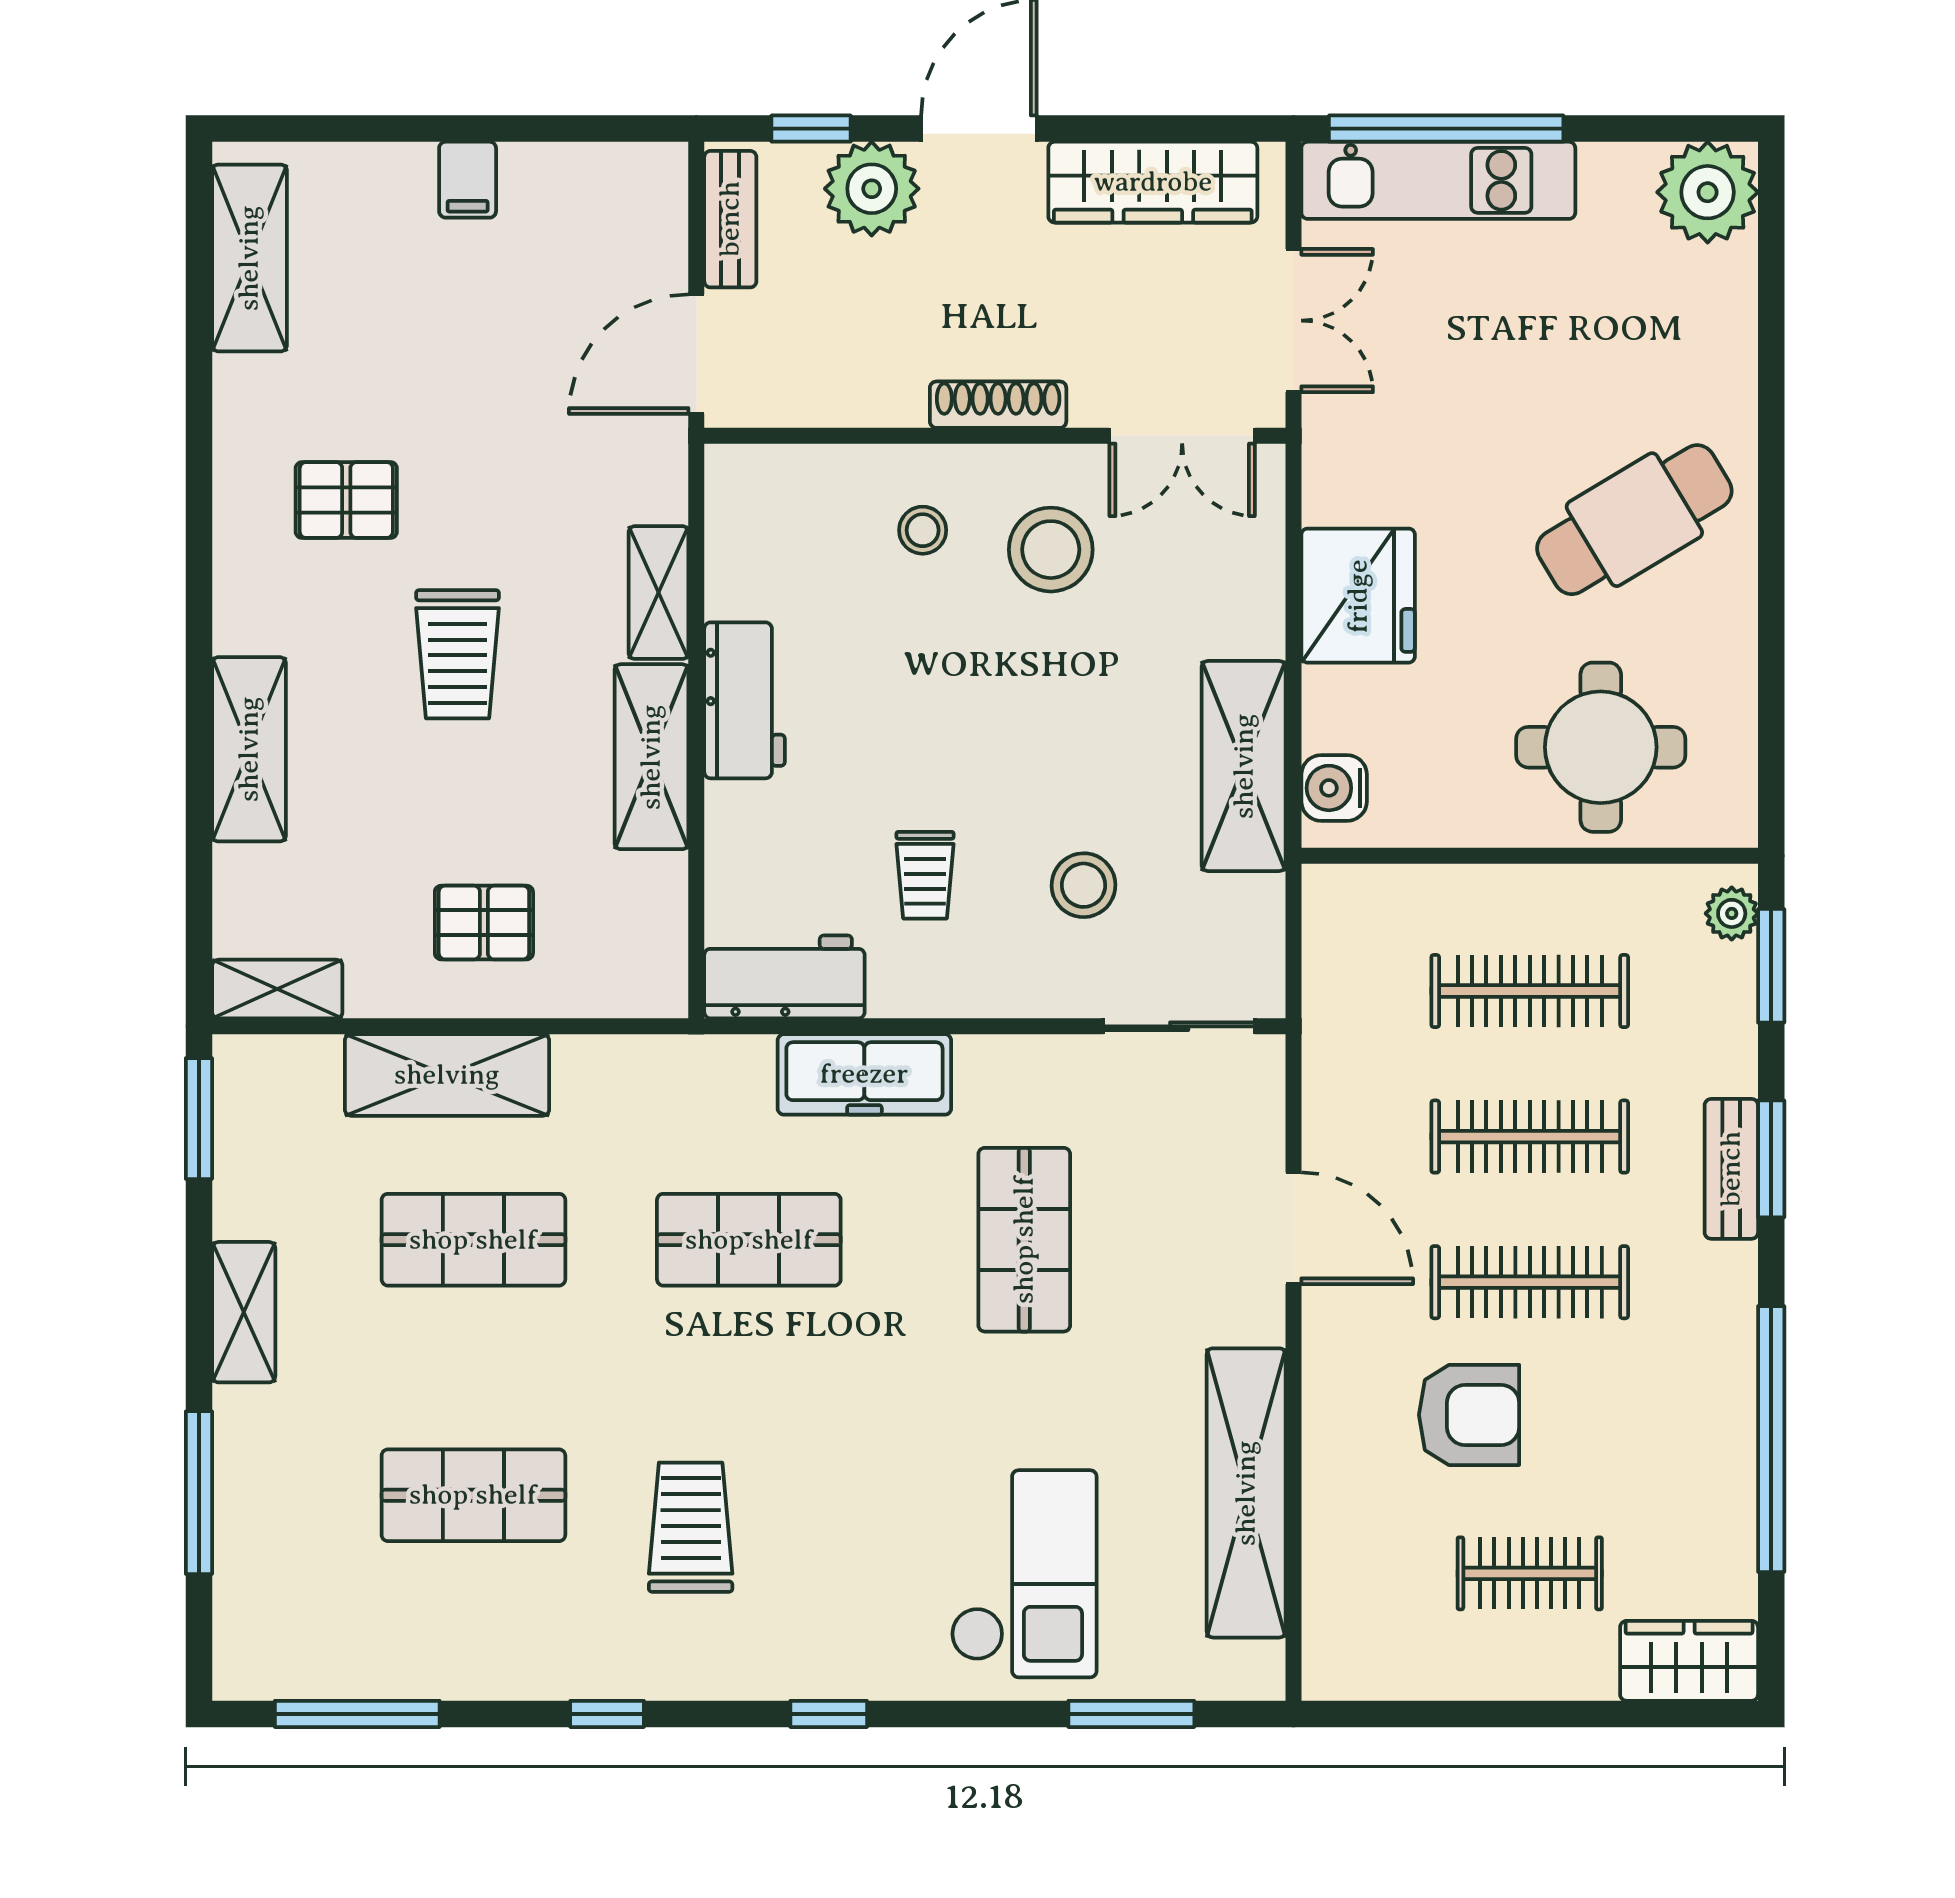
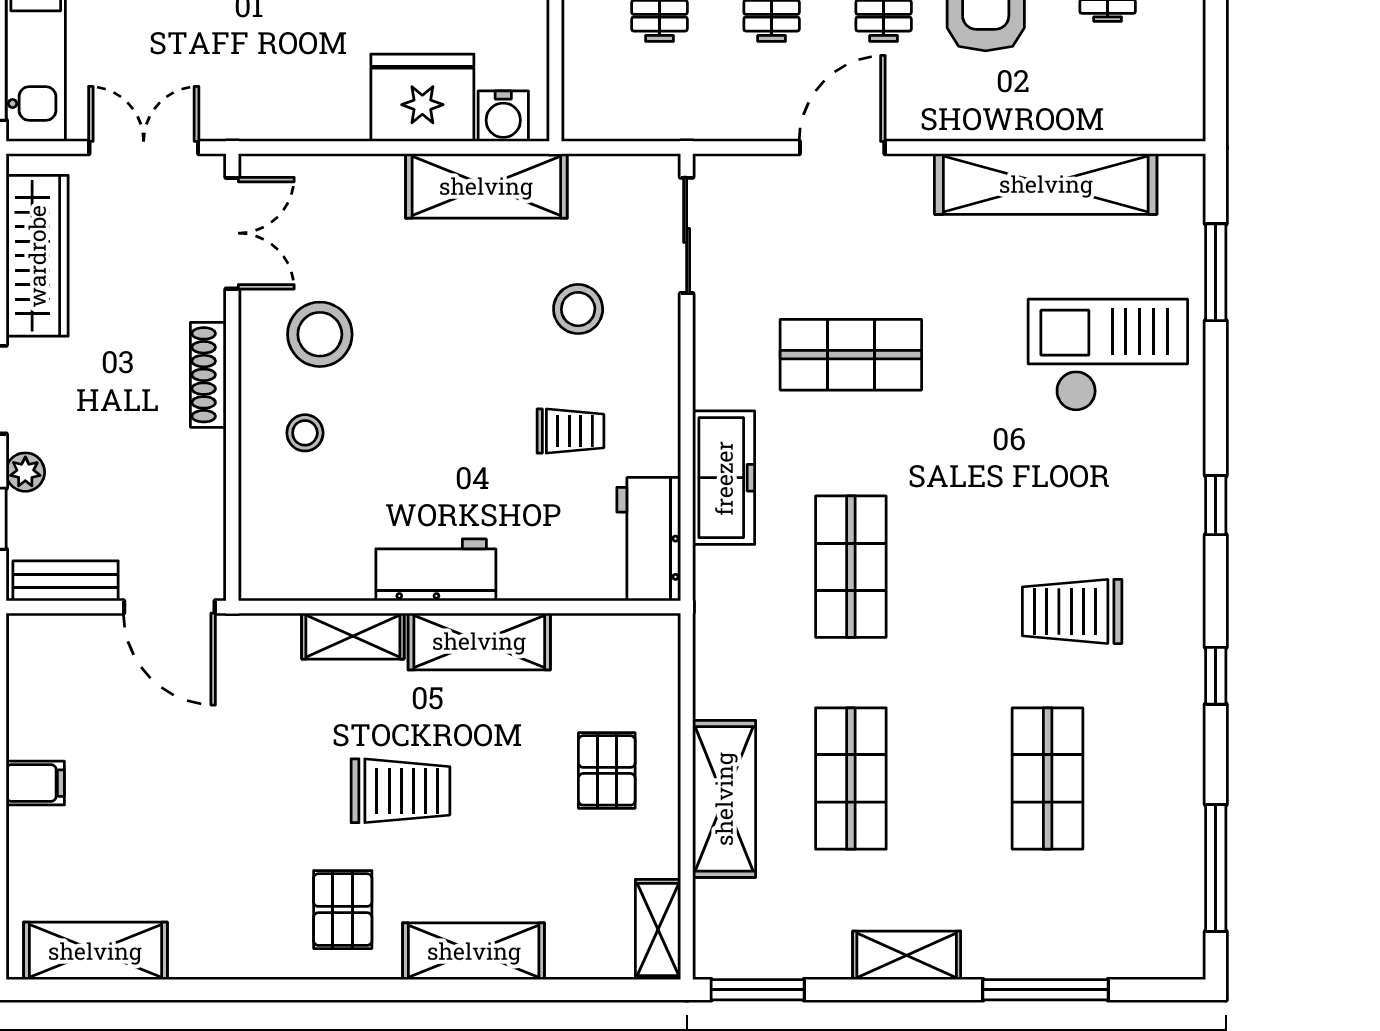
plant: (872, 189) -> (25, 472), width x0.53, depth x0.53
pallet: (346, 500) -> (343, 910), moved
fridge: (1358, 596) -> (422, 98), moved

